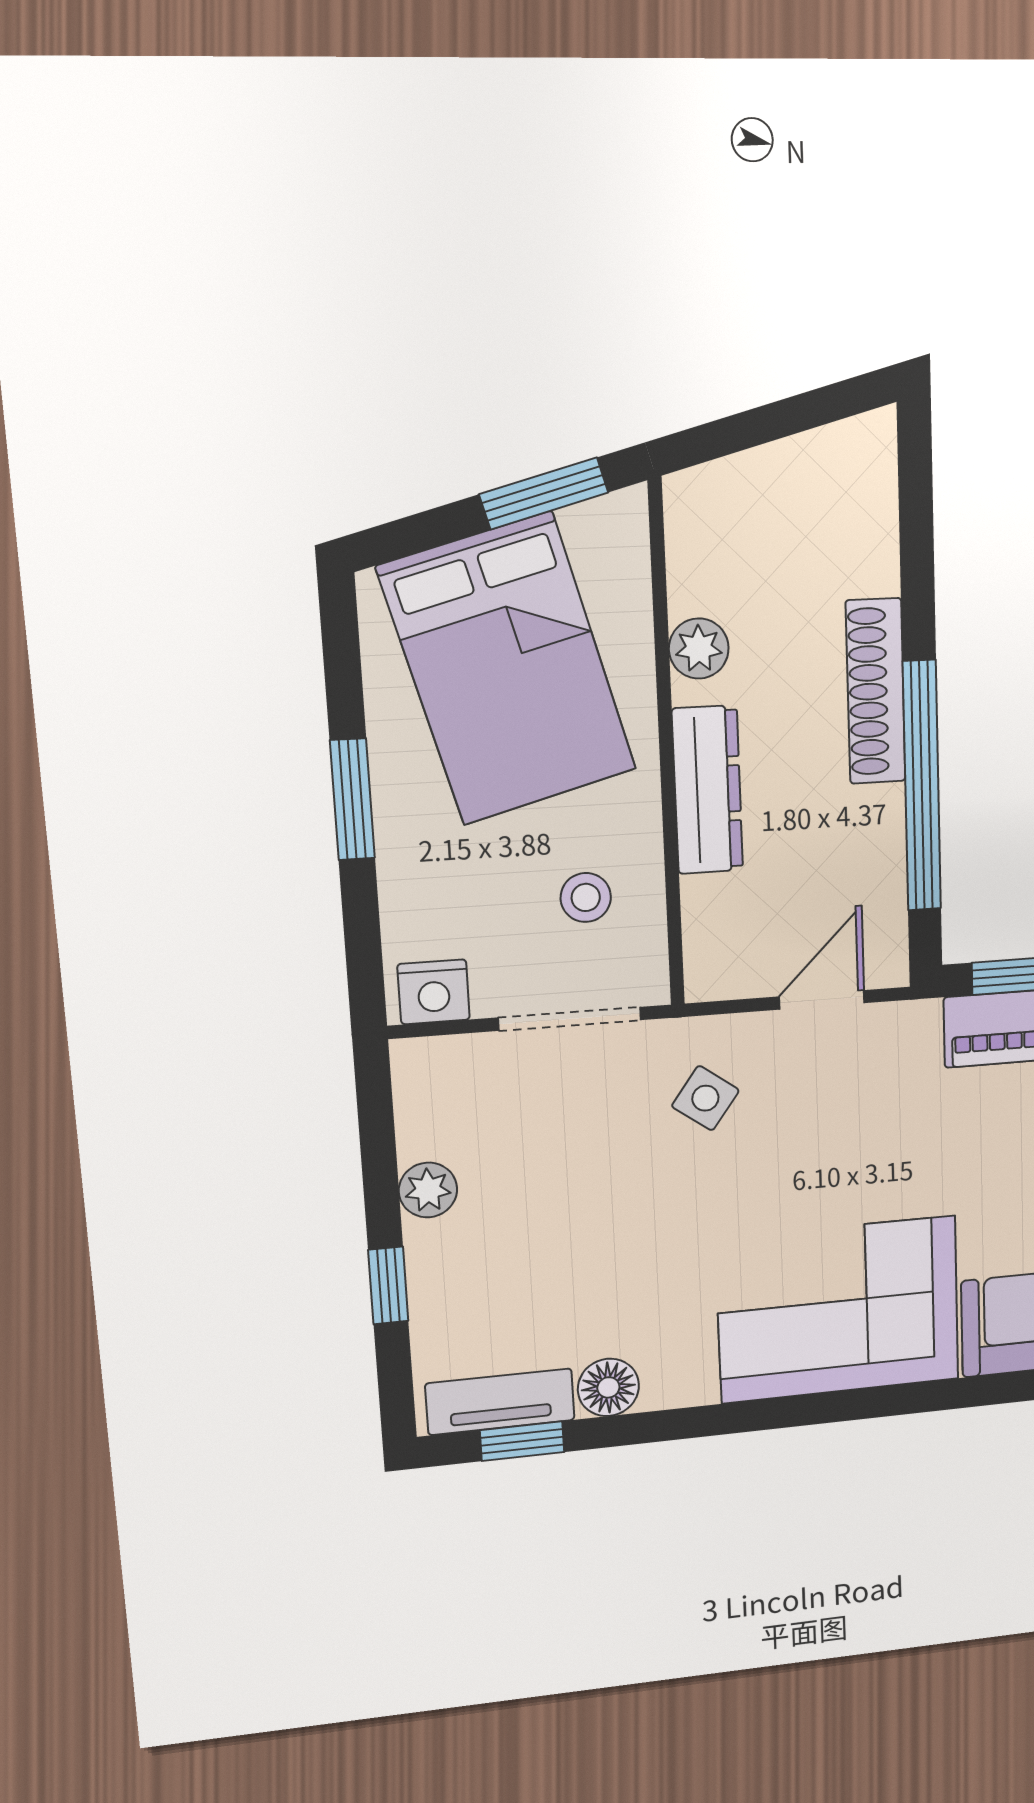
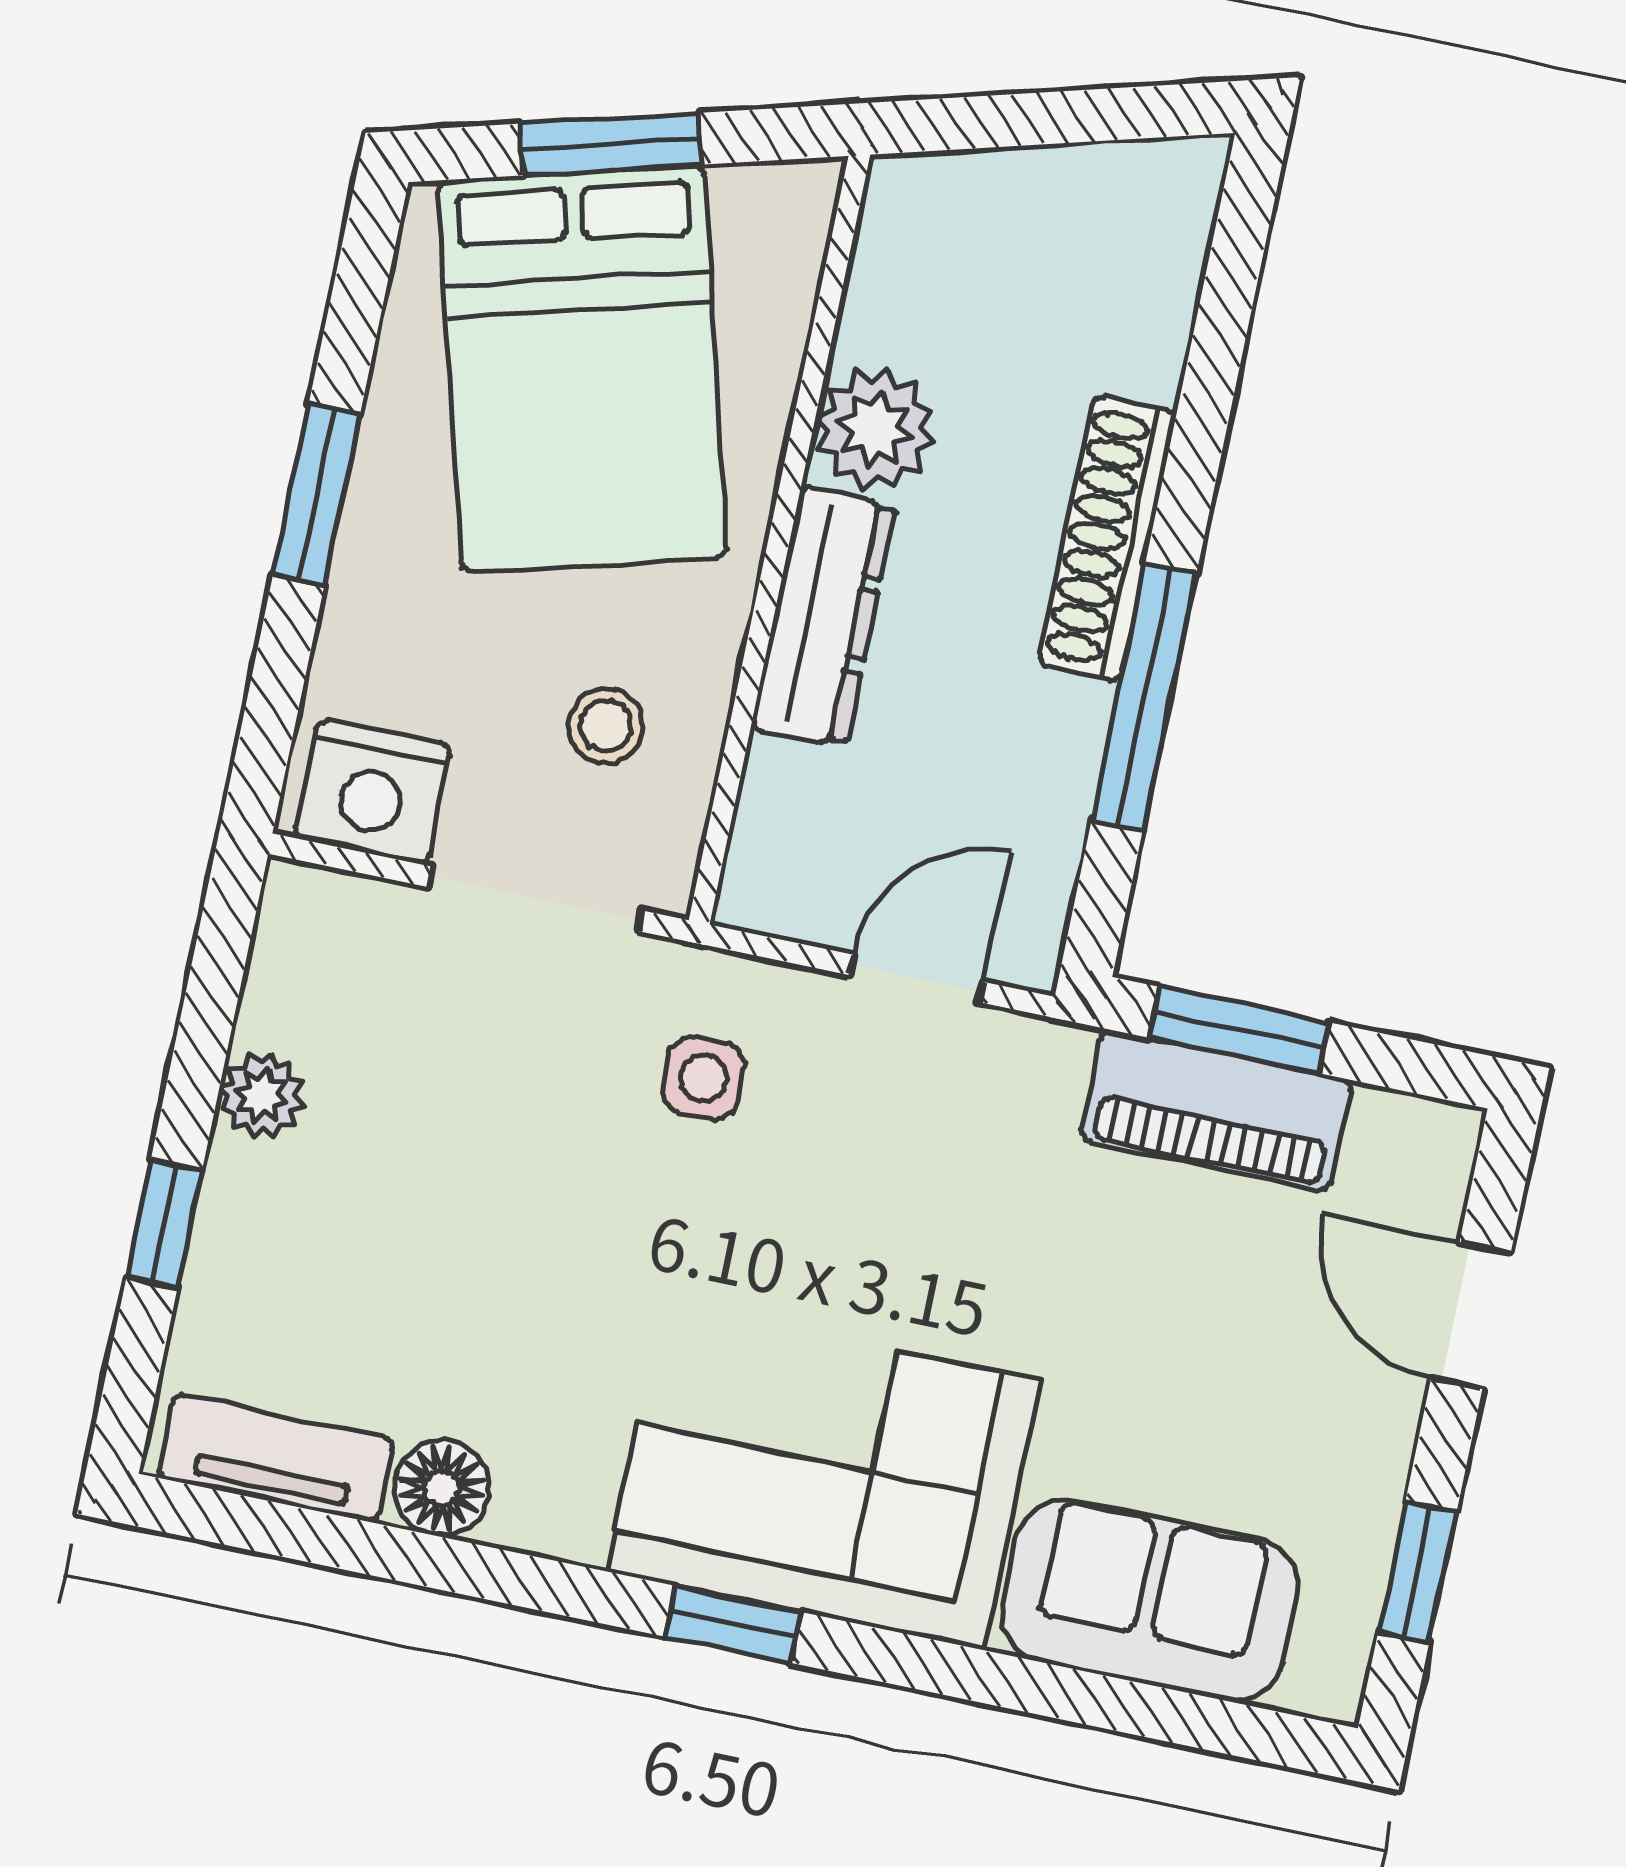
window: (544, 493) -> (611, 144), moved
plant: (699, 649) -> (875, 429), width x1.38, depth x1.38
window: (922, 786) -> (1144, 697), width x0.68
nightstand: (434, 992) -> (373, 792), width x1.36, depth x1.33
side table: (705, 1098) -> (704, 1078), turned -36
window: (522, 1441) -> (733, 1624), moved

